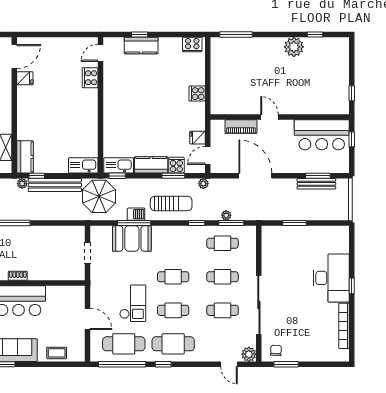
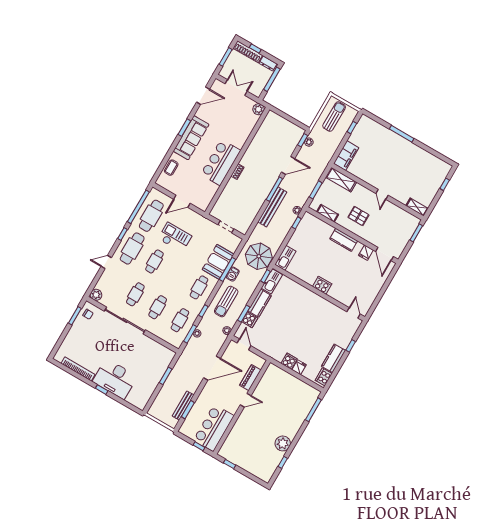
kitchen counter: (141, 46) -> (334, 358), moved
cooker: (90, 78) -> (322, 285), moved
fridge: (198, 138) -> (299, 367), moved
kitchen counter: (25, 157) -> (344, 240), moved
bench: (55, 185) -> (272, 207), moved
cafe table: (173, 277) -> (199, 287), moved
checkout: (133, 303) -> (175, 237), turned 180
door: (229, 364) -> (106, 262), moved

